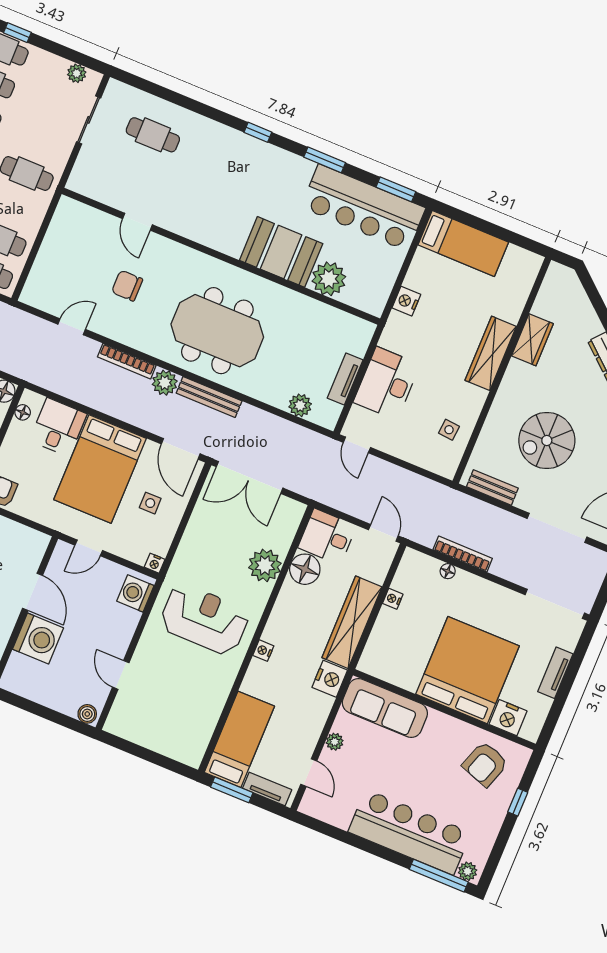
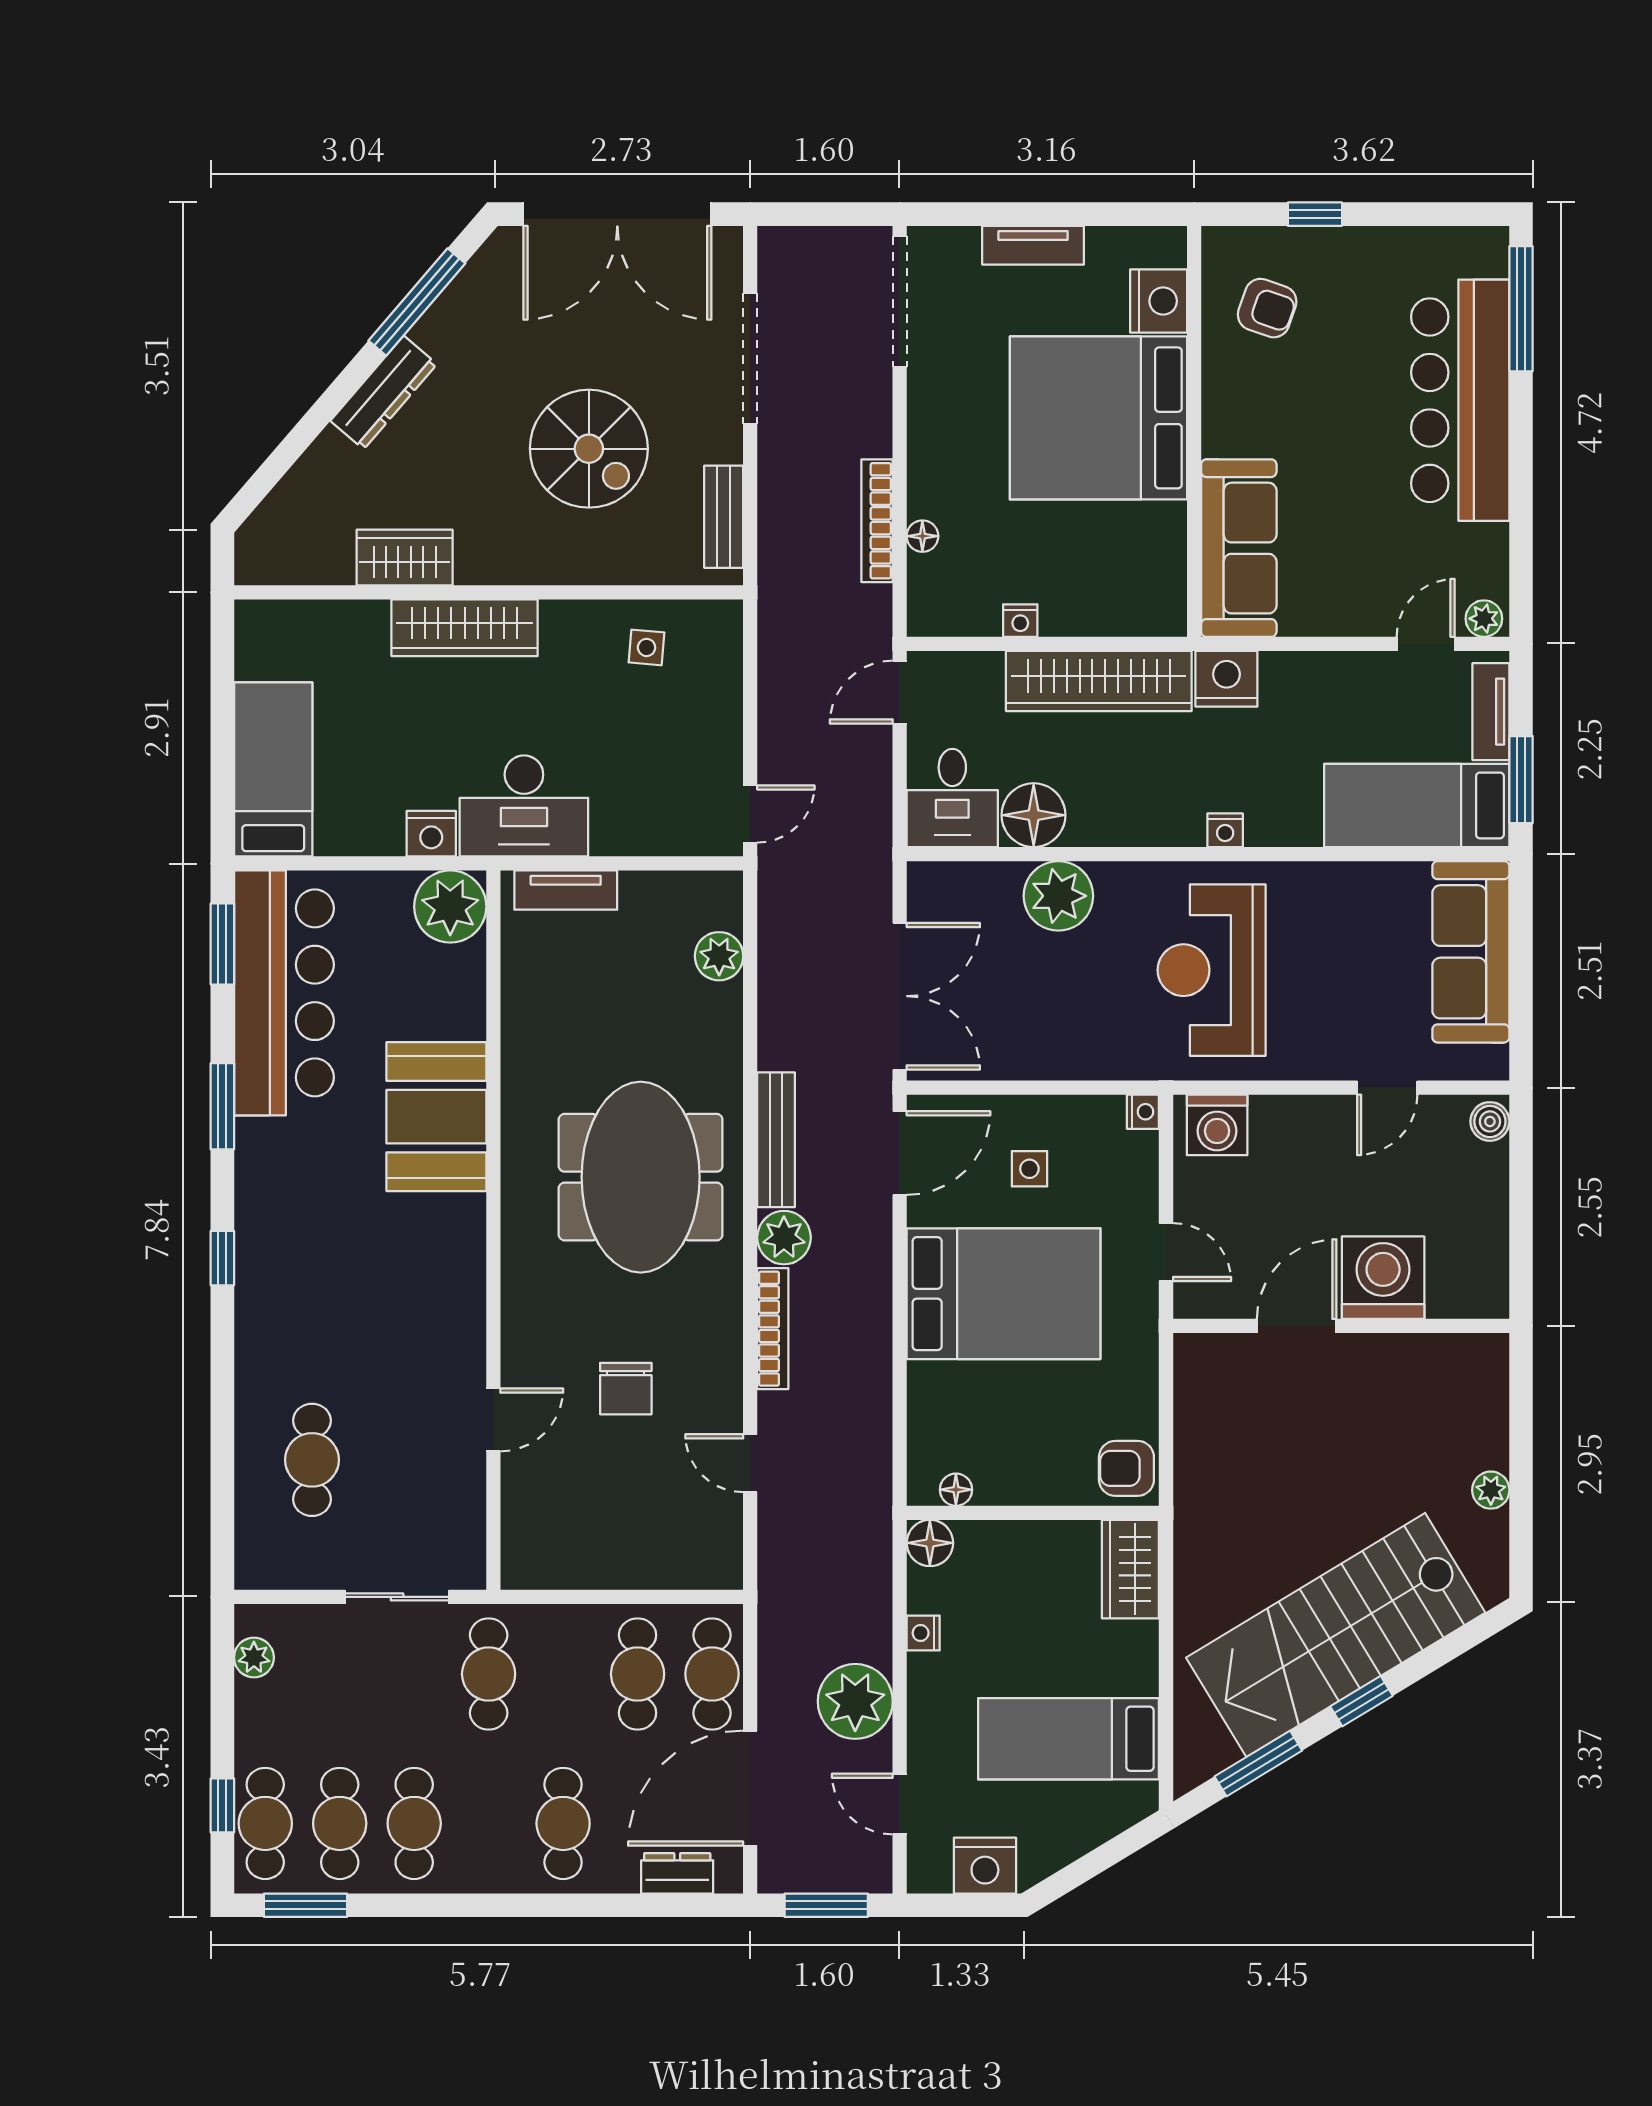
sliding door: (89, 120) -> (397, 1597), moved
plant: (329, 279) -> (450, 907), moved
tv unit: (345, 379) -> (566, 890), moved
desk: (387, 383) -> (524, 806), moved
desk: (58, 427) -> (956, 1409), removed
sofa: (165, 736) -> (1471, 952), added
plant: (335, 742) -> (1484, 619), moved
armchair: (485, 764) -> (1267, 308), width x0.72, depth x0.72
plant: (468, 871) -> (1489, 256), removed

